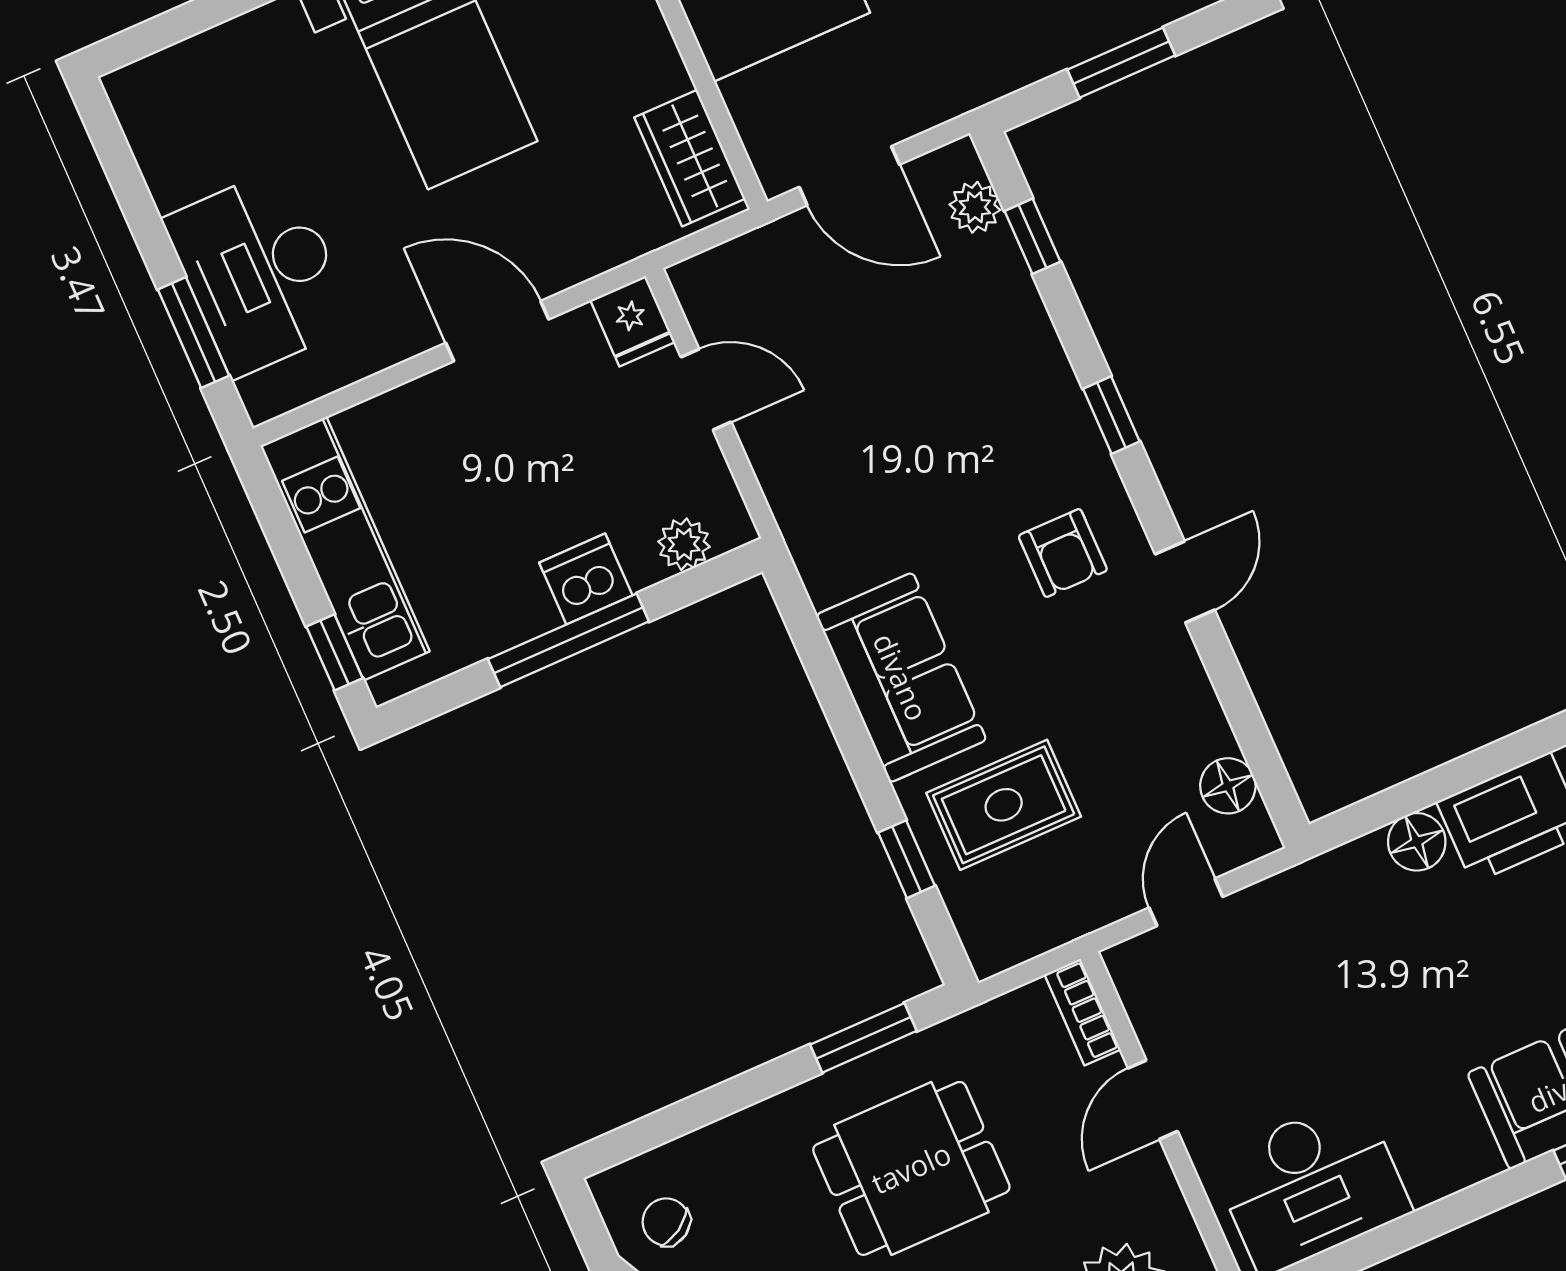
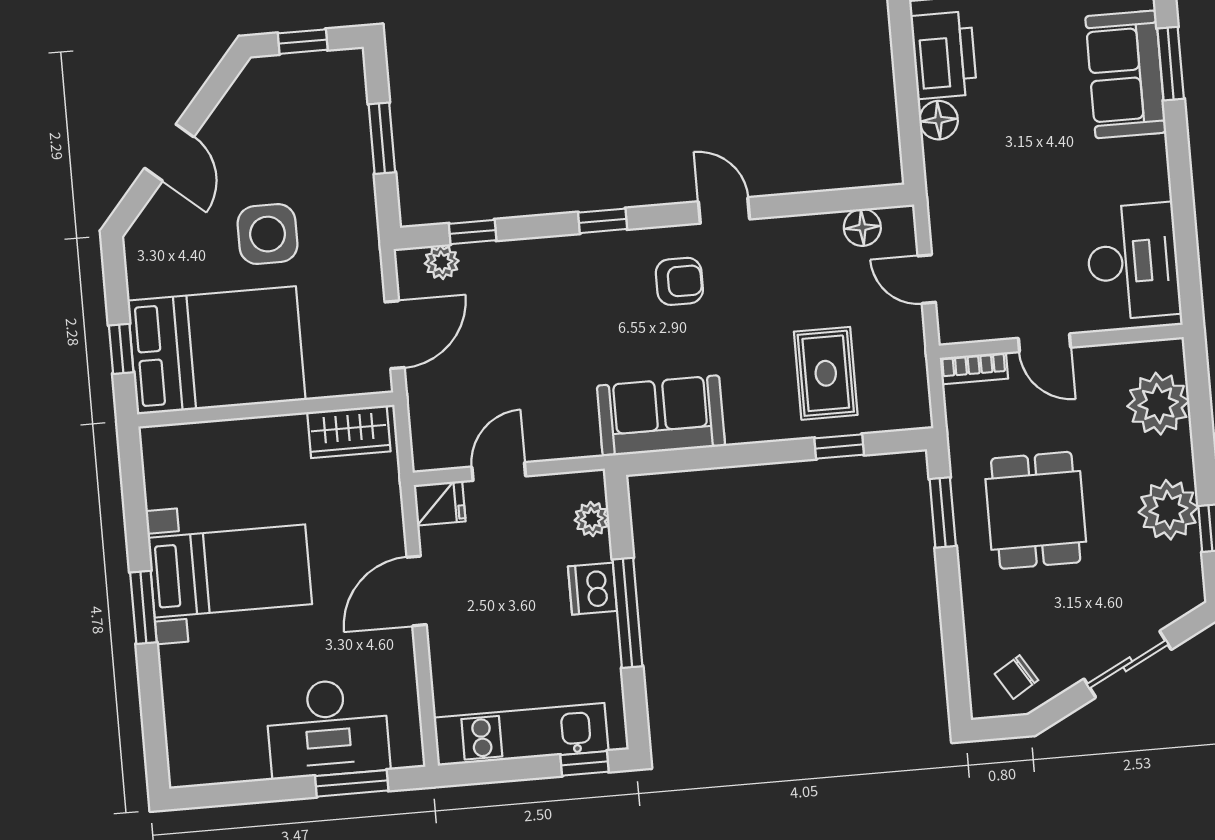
sofa: (901, 677) -> (661, 416), moved

